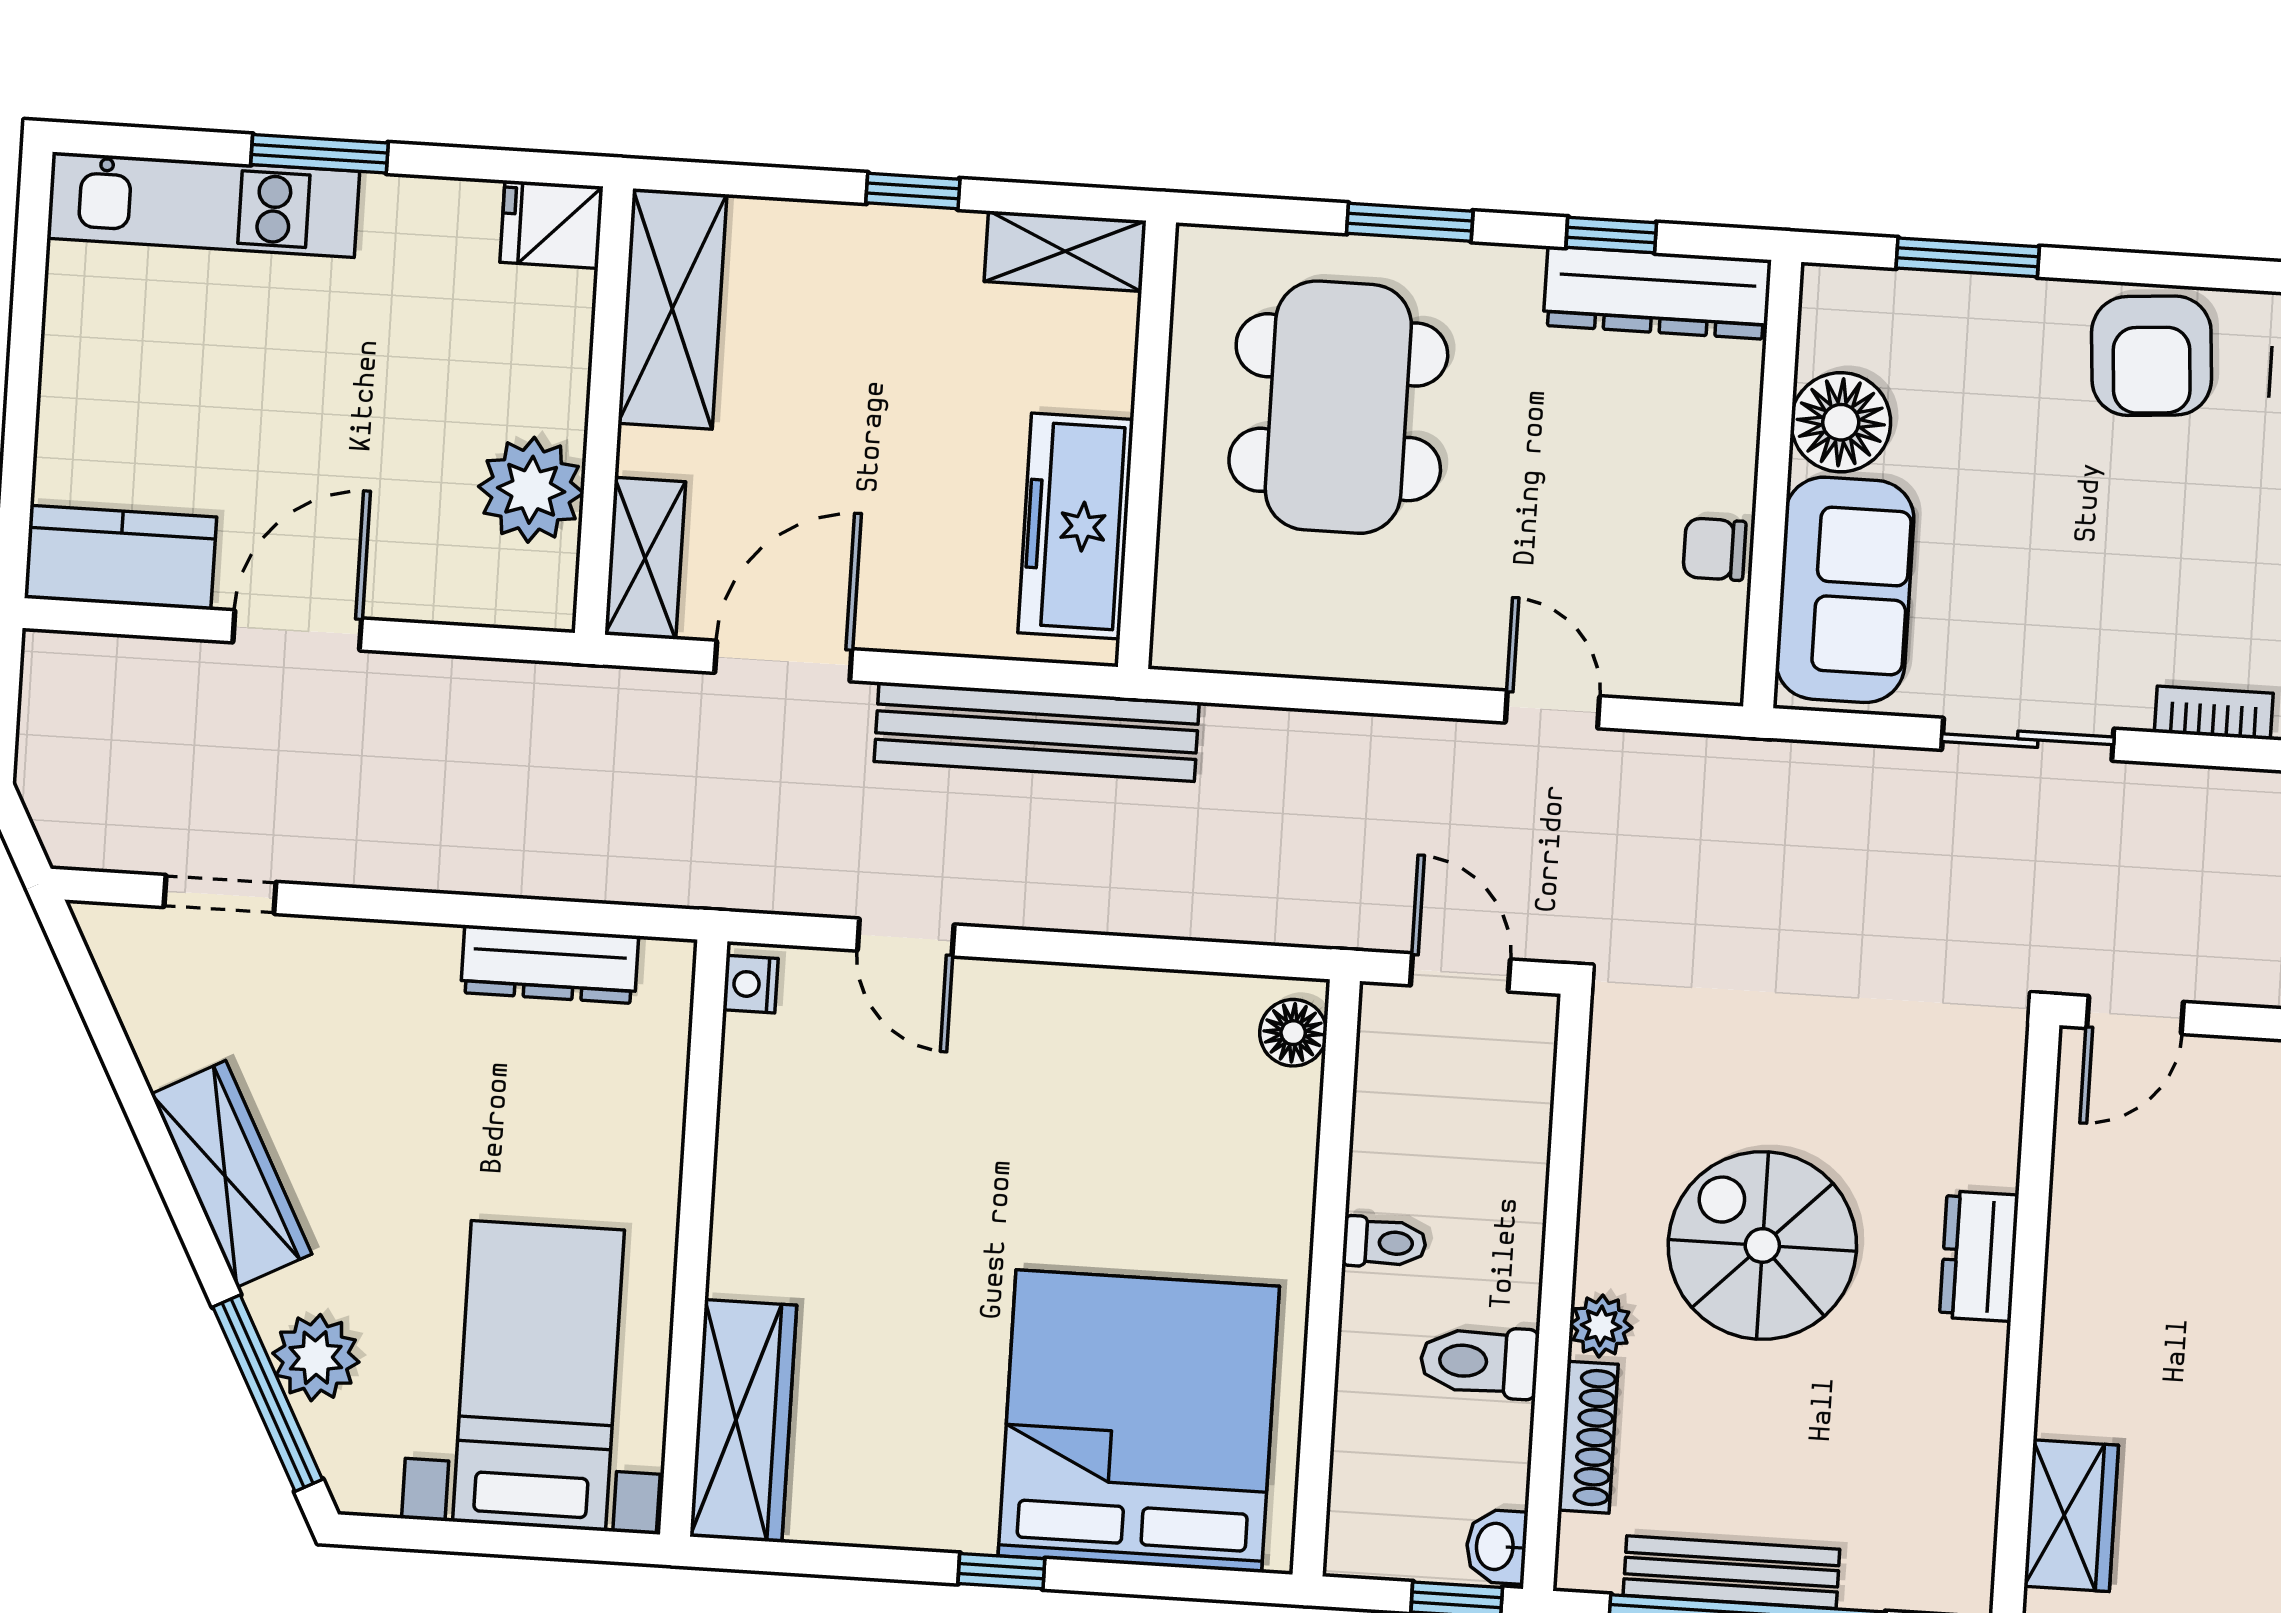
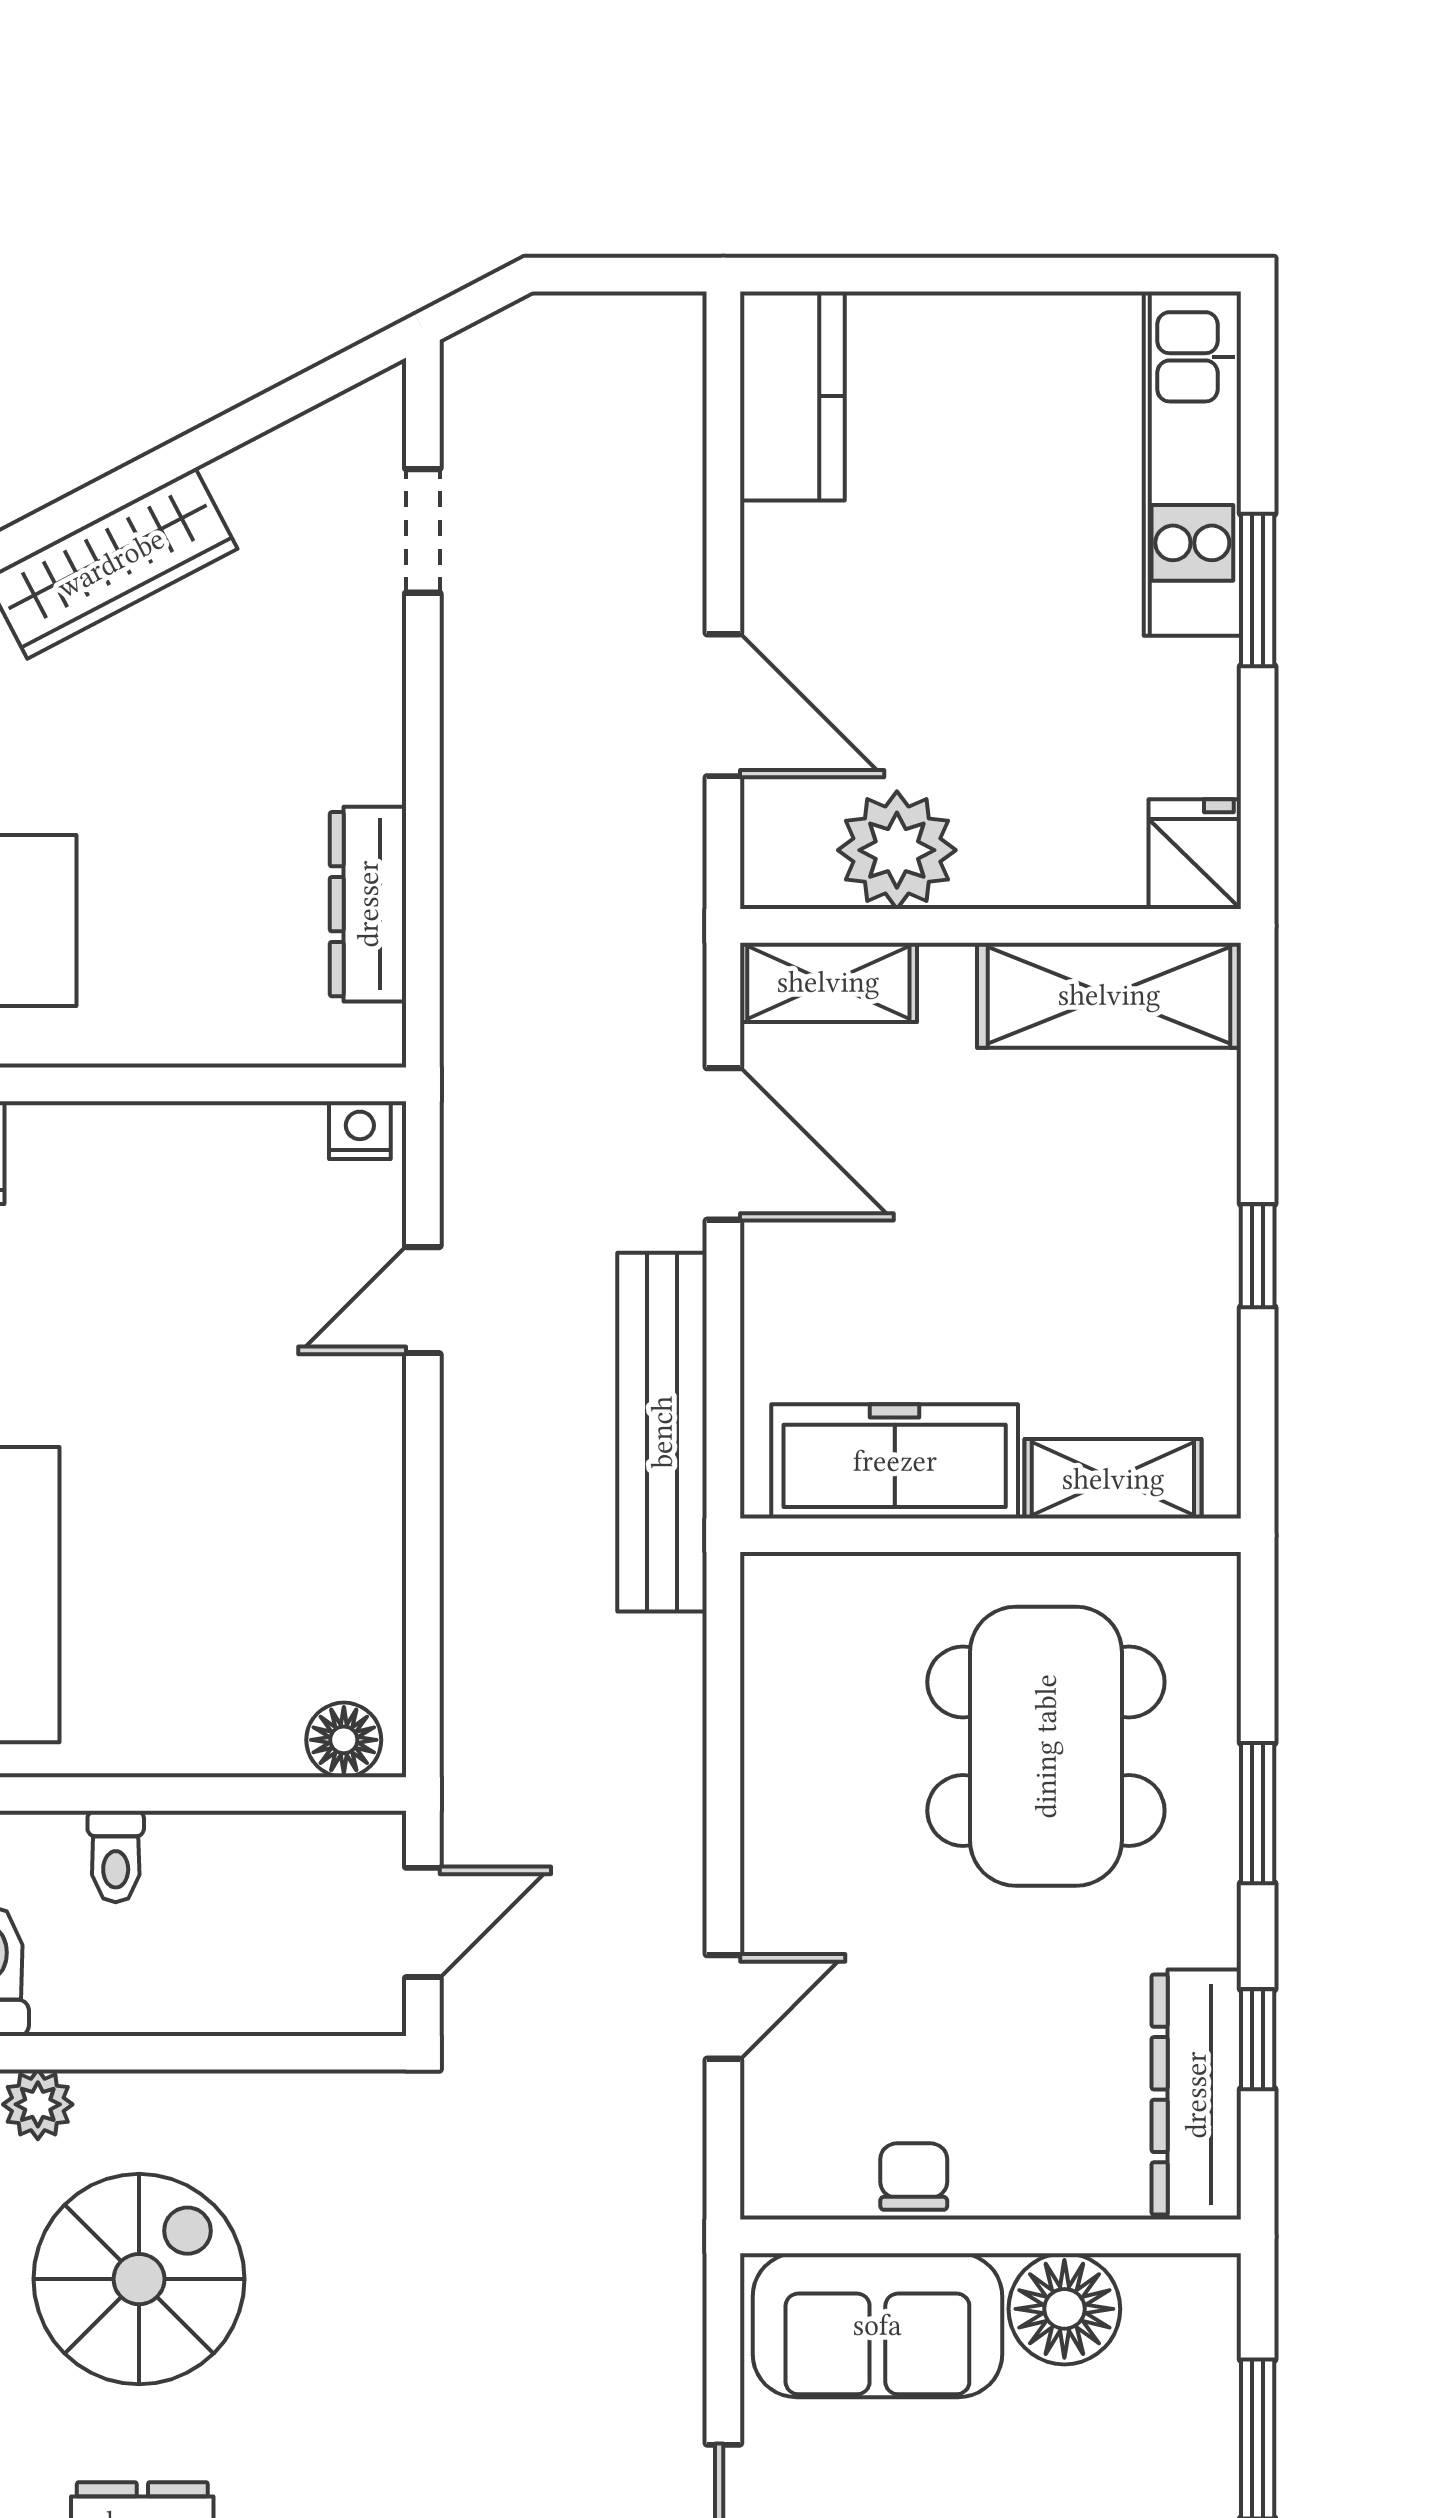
shelving: (1065, 251) -> (1113, 1479), moved, turned 90
dining table: (1338, 407) -> (1046, 1746), turned 90
door: (297, 630) -> (723, 705), moved

